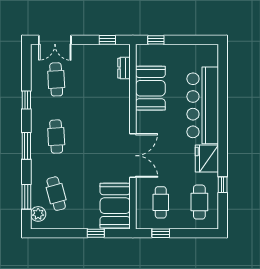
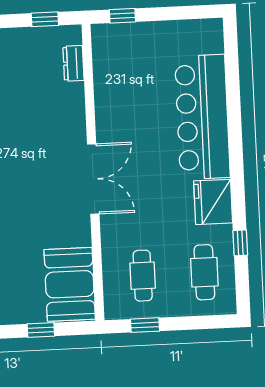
booth: (150, 88) -> (117, 94), removed
double door: (133, 156) -> (93, 179), moved

